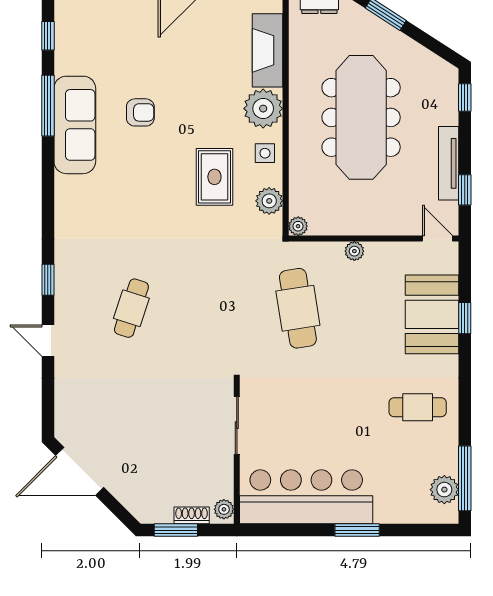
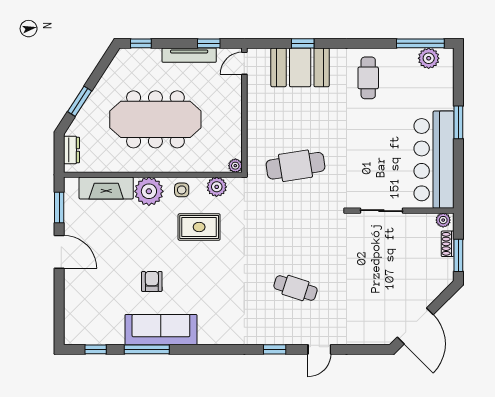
plant: (354, 251) -> (254, 124), removed

